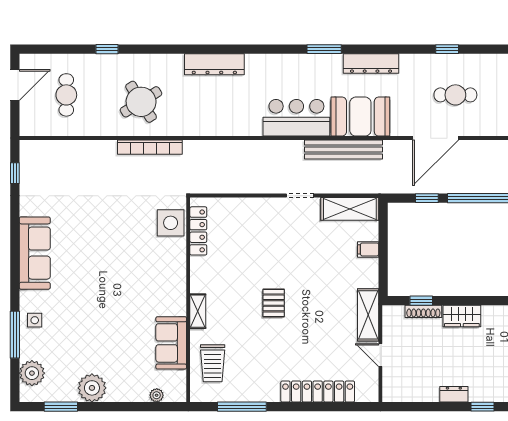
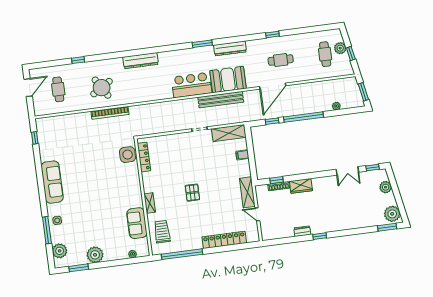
trolley: (213, 363) -> (162, 232), turned 180
window: (242, 407) -> (182, 254), width x1.46

